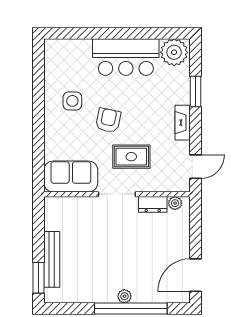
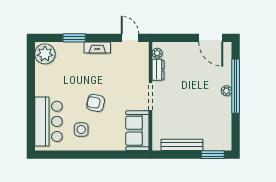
bar counter: (126, 57) -> (48, 121), moved
rug: (131, 157) -> (123, 86), removed
bench: (52, 259) -> (182, 145), moved

